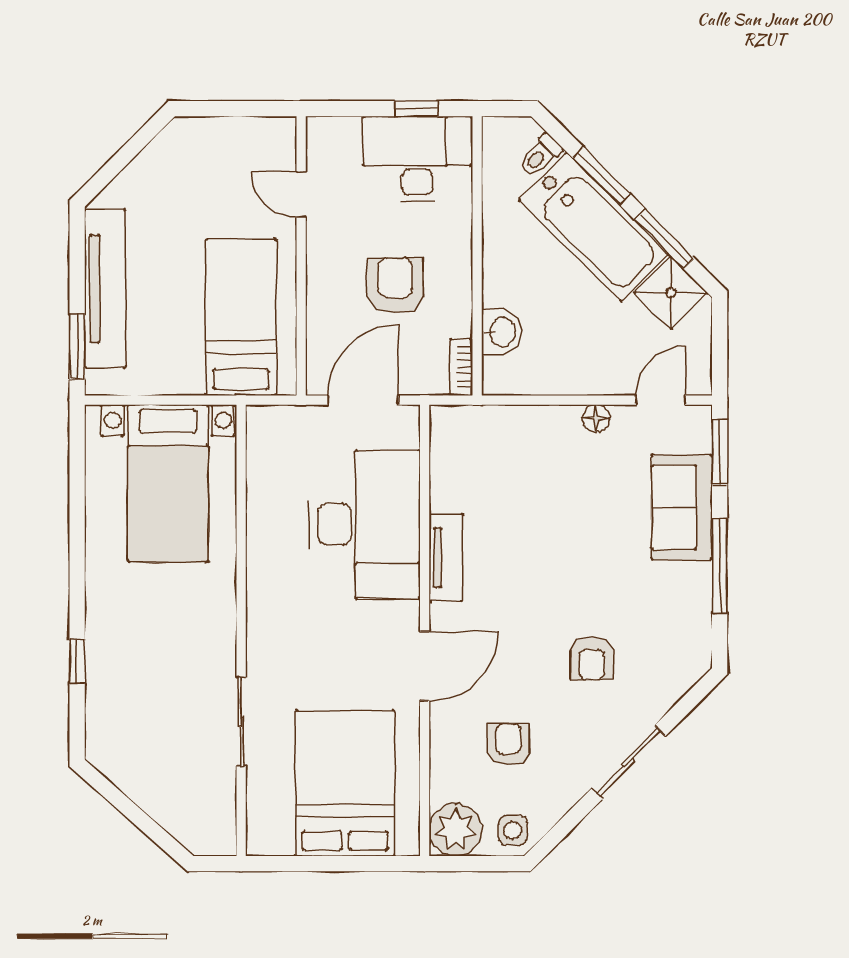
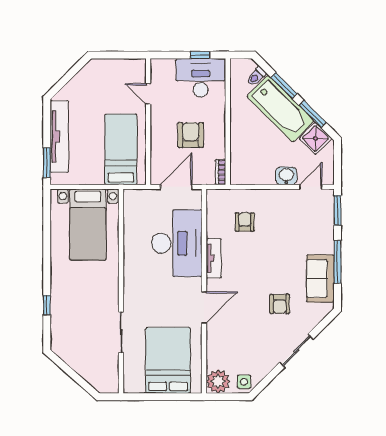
washbasin: (501, 332) -> (286, 176), moved, turned -90
floor lamp: (596, 418) -> (282, 195), removed
sofa: (682, 507) -> (320, 278), moved
armchair: (508, 744) -> (245, 222), moved

